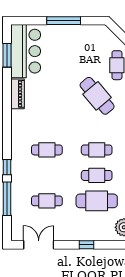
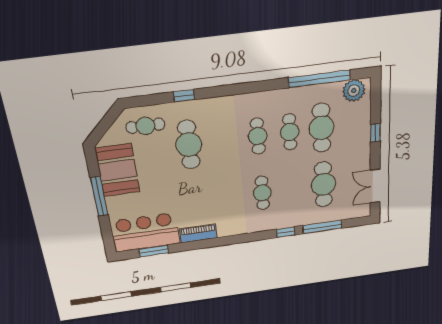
booth: (84, 38) -> (118, 170), added
cafe table: (97, 96) -> (189, 145), turned -50
cafe table: (47, 201) -> (323, 184), width x1.37, depth x1.35

